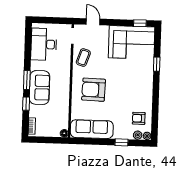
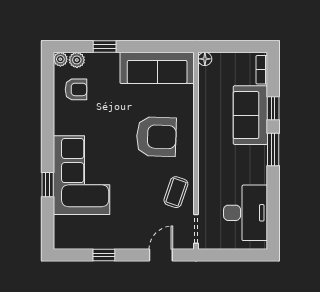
door: (93, 22) -> (161, 255), swing flipped
window: (140, 23) -> (104, 255), moved
corner sofa: (132, 42) -> (81, 175), moved, turned 90
sofa: (40, 88) -> (250, 115), moved

